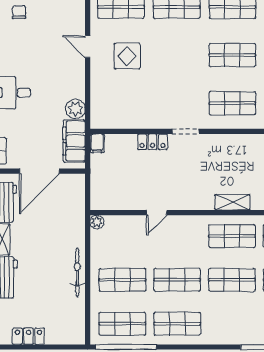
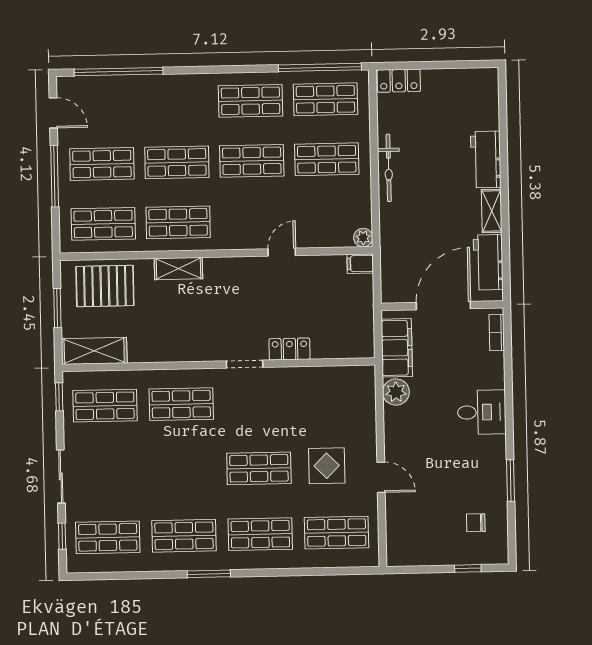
chair: (19, 12) -> (476, 523), turned 90
shop shelf: (232, 55) -> (259, 468), moved
filing cabinet: (97, 143) -> (360, 264), moved, turned -90
locker: (28, 336) -> (399, 81), moved

